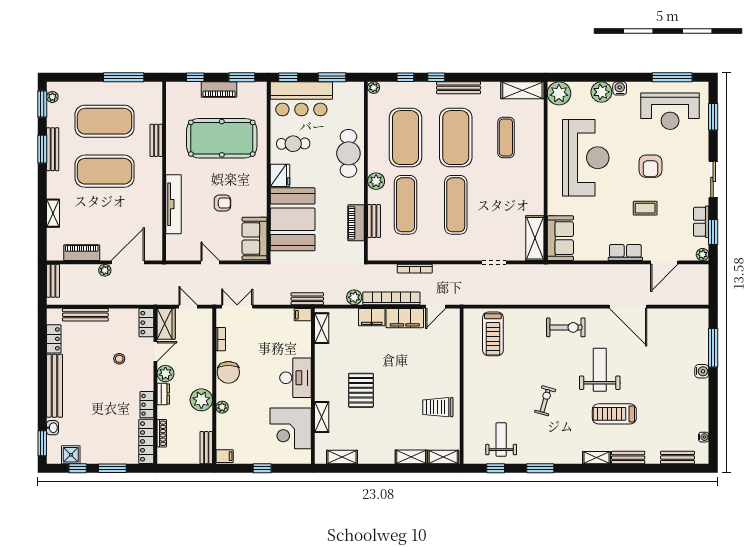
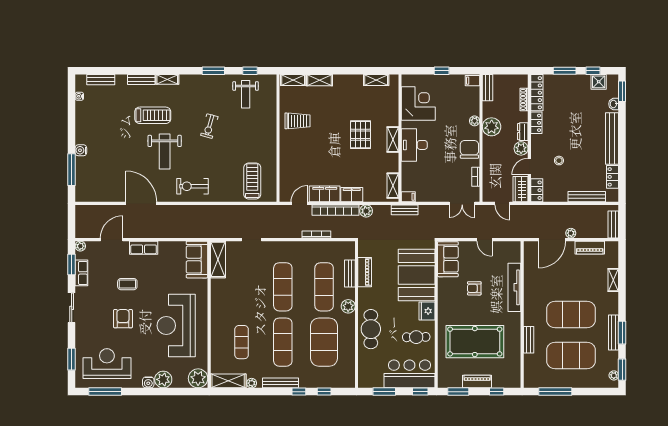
plant: (374, 88) -> (252, 383), moved
exercise mat: (456, 138) -> (283, 342), width x0.68
shelving: (322, 417) -> (393, 139), moved

